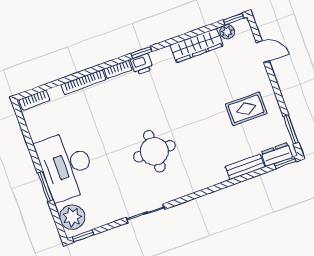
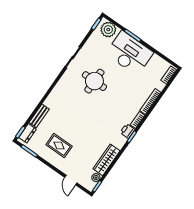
door: (263, 52) -> (71, 180), hinge flipped
rug: (246, 109) -> (59, 146), turned 90
round table: (154, 151) -> (94, 81), moved

